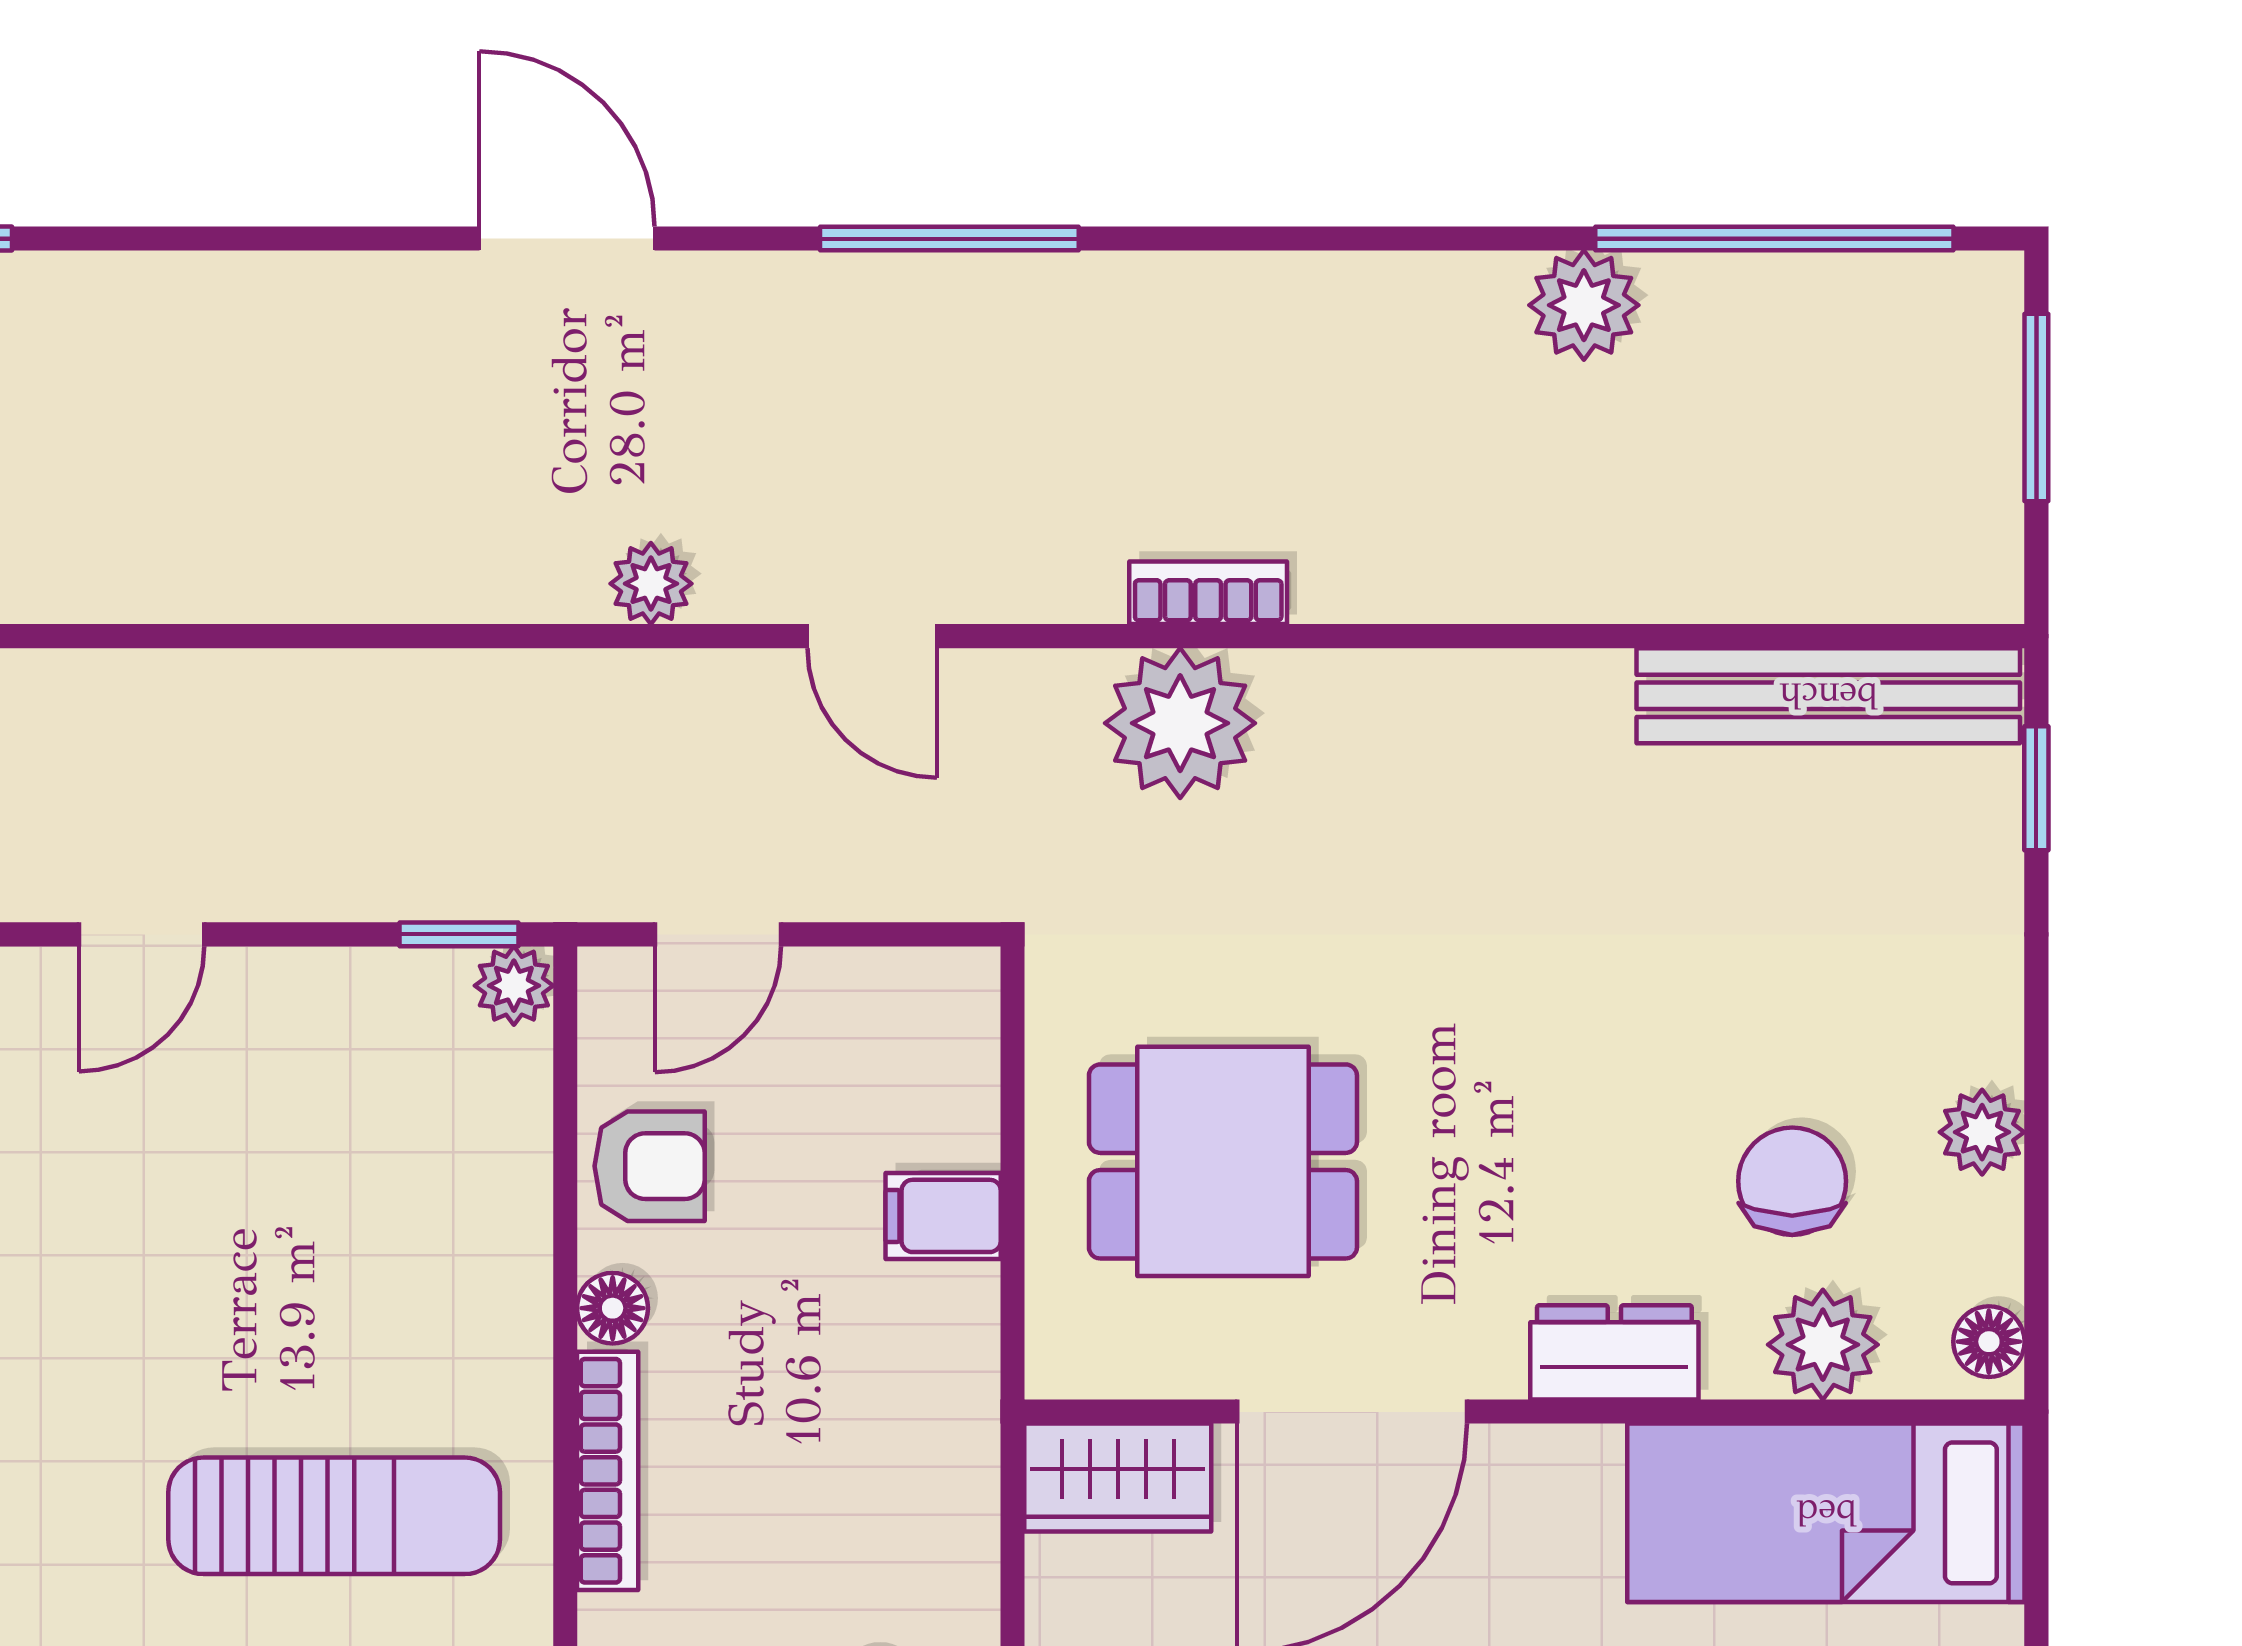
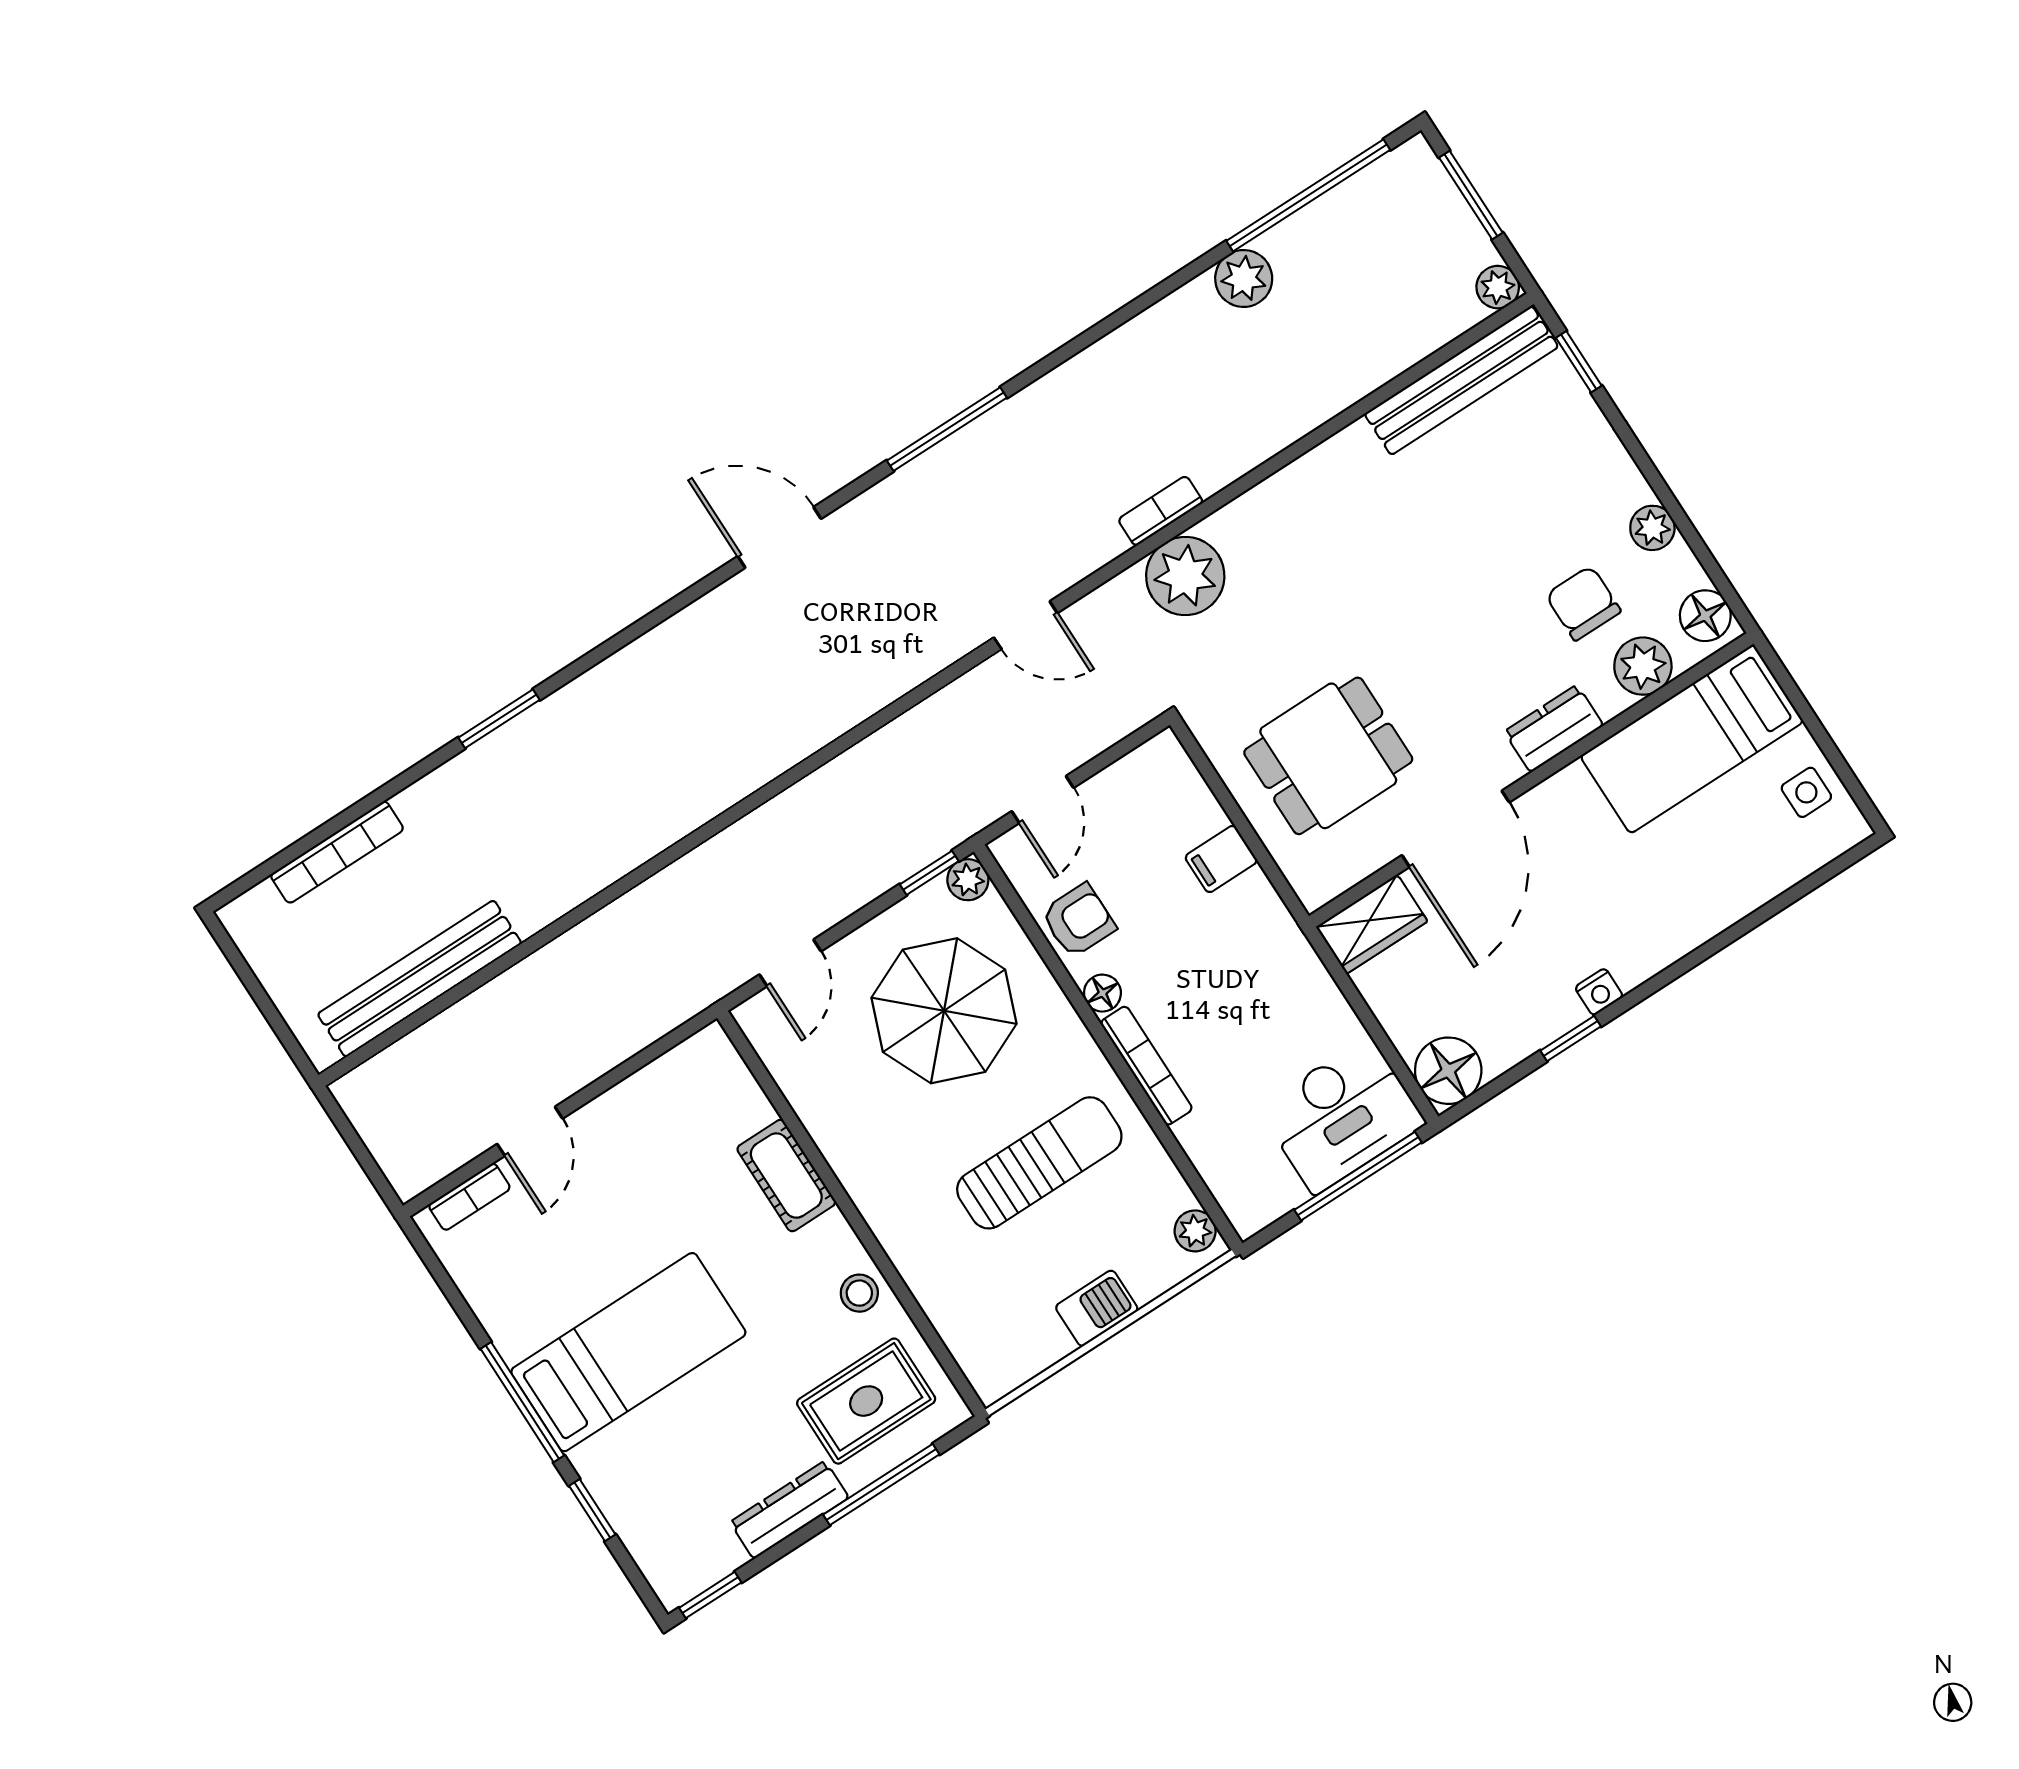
plant: (651, 584) -> (1498, 287), moved
parasol: (339, 1172) -> (944, 1011), added
floor lamp: (1989, 1342) -> (1705, 616), width x1.37, depth x1.37

